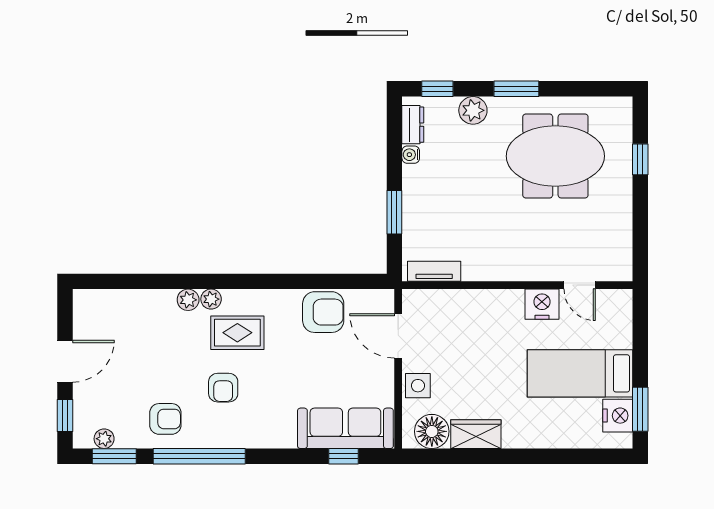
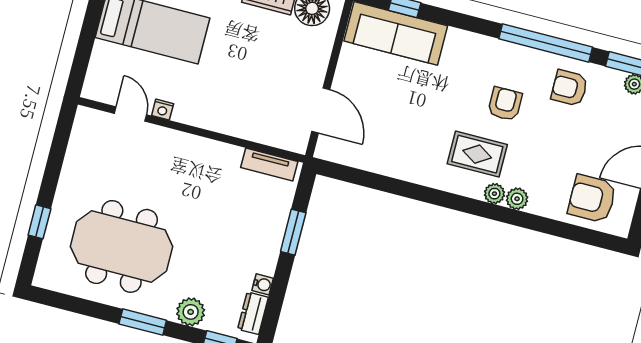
nightstand: (542, 304) -> (163, 110), width x0.53, depth x0.56
armchair: (323, 312) -> (592, 199), moved
side table: (418, 386) -> (314, 57), removed

